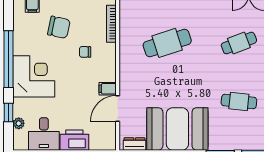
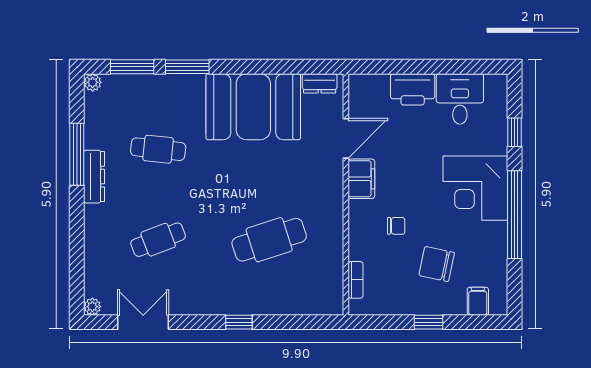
bookcase: (111, 24) -> (355, 280), width x0.64
filing cabinet: (108, 89) -> (361, 179), width x2.00
plant: (19, 123) -> (499, 115), removed

